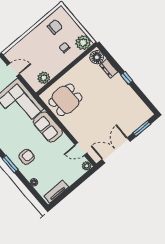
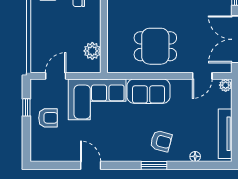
dining table: (65, 100) -> (155, 46), moved, turned 90
armchair: (27, 157) -> (161, 141), turned 105
tv unit: (56, 191) -> (225, 134), width x1.41

